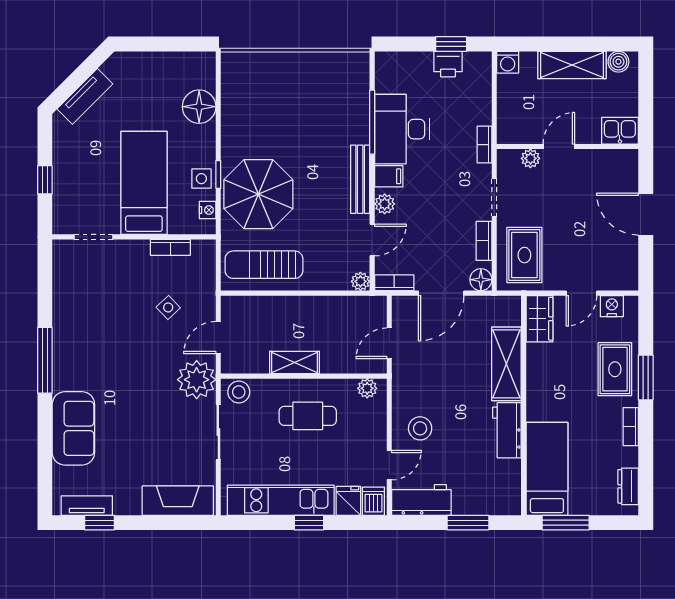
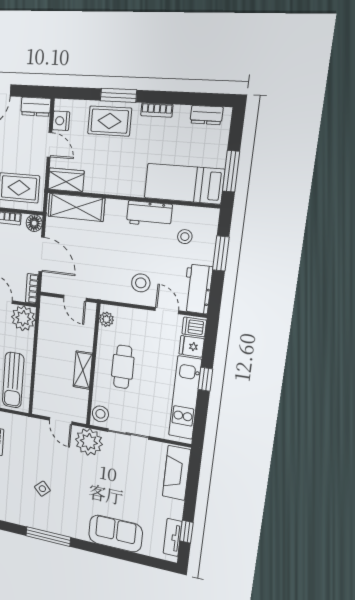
dresser: (627, 271) -> (36, 107), added
plant: (360, 281) -> (23, 318), width x1.87, depth x1.87
side table: (168, 307) -> (42, 489), moved
window: (45, 360) -> (48, 537), moved
shelving: (506, 364) -> (76, 207), moved
stool: (484, 477) -> (185, 237), added

